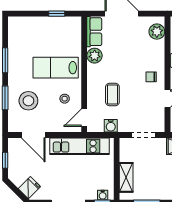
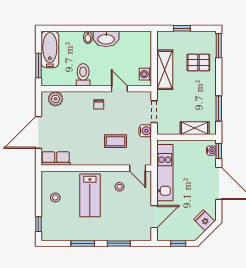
window: (57, 14) -> (38, 224), moved
plant: (95, 56) -> (78, 158), removed
stool: (28, 101) -> (55, 197), moved, width x0.53, depth x0.53
water cooler: (111, 126) -> (145, 131), moved

